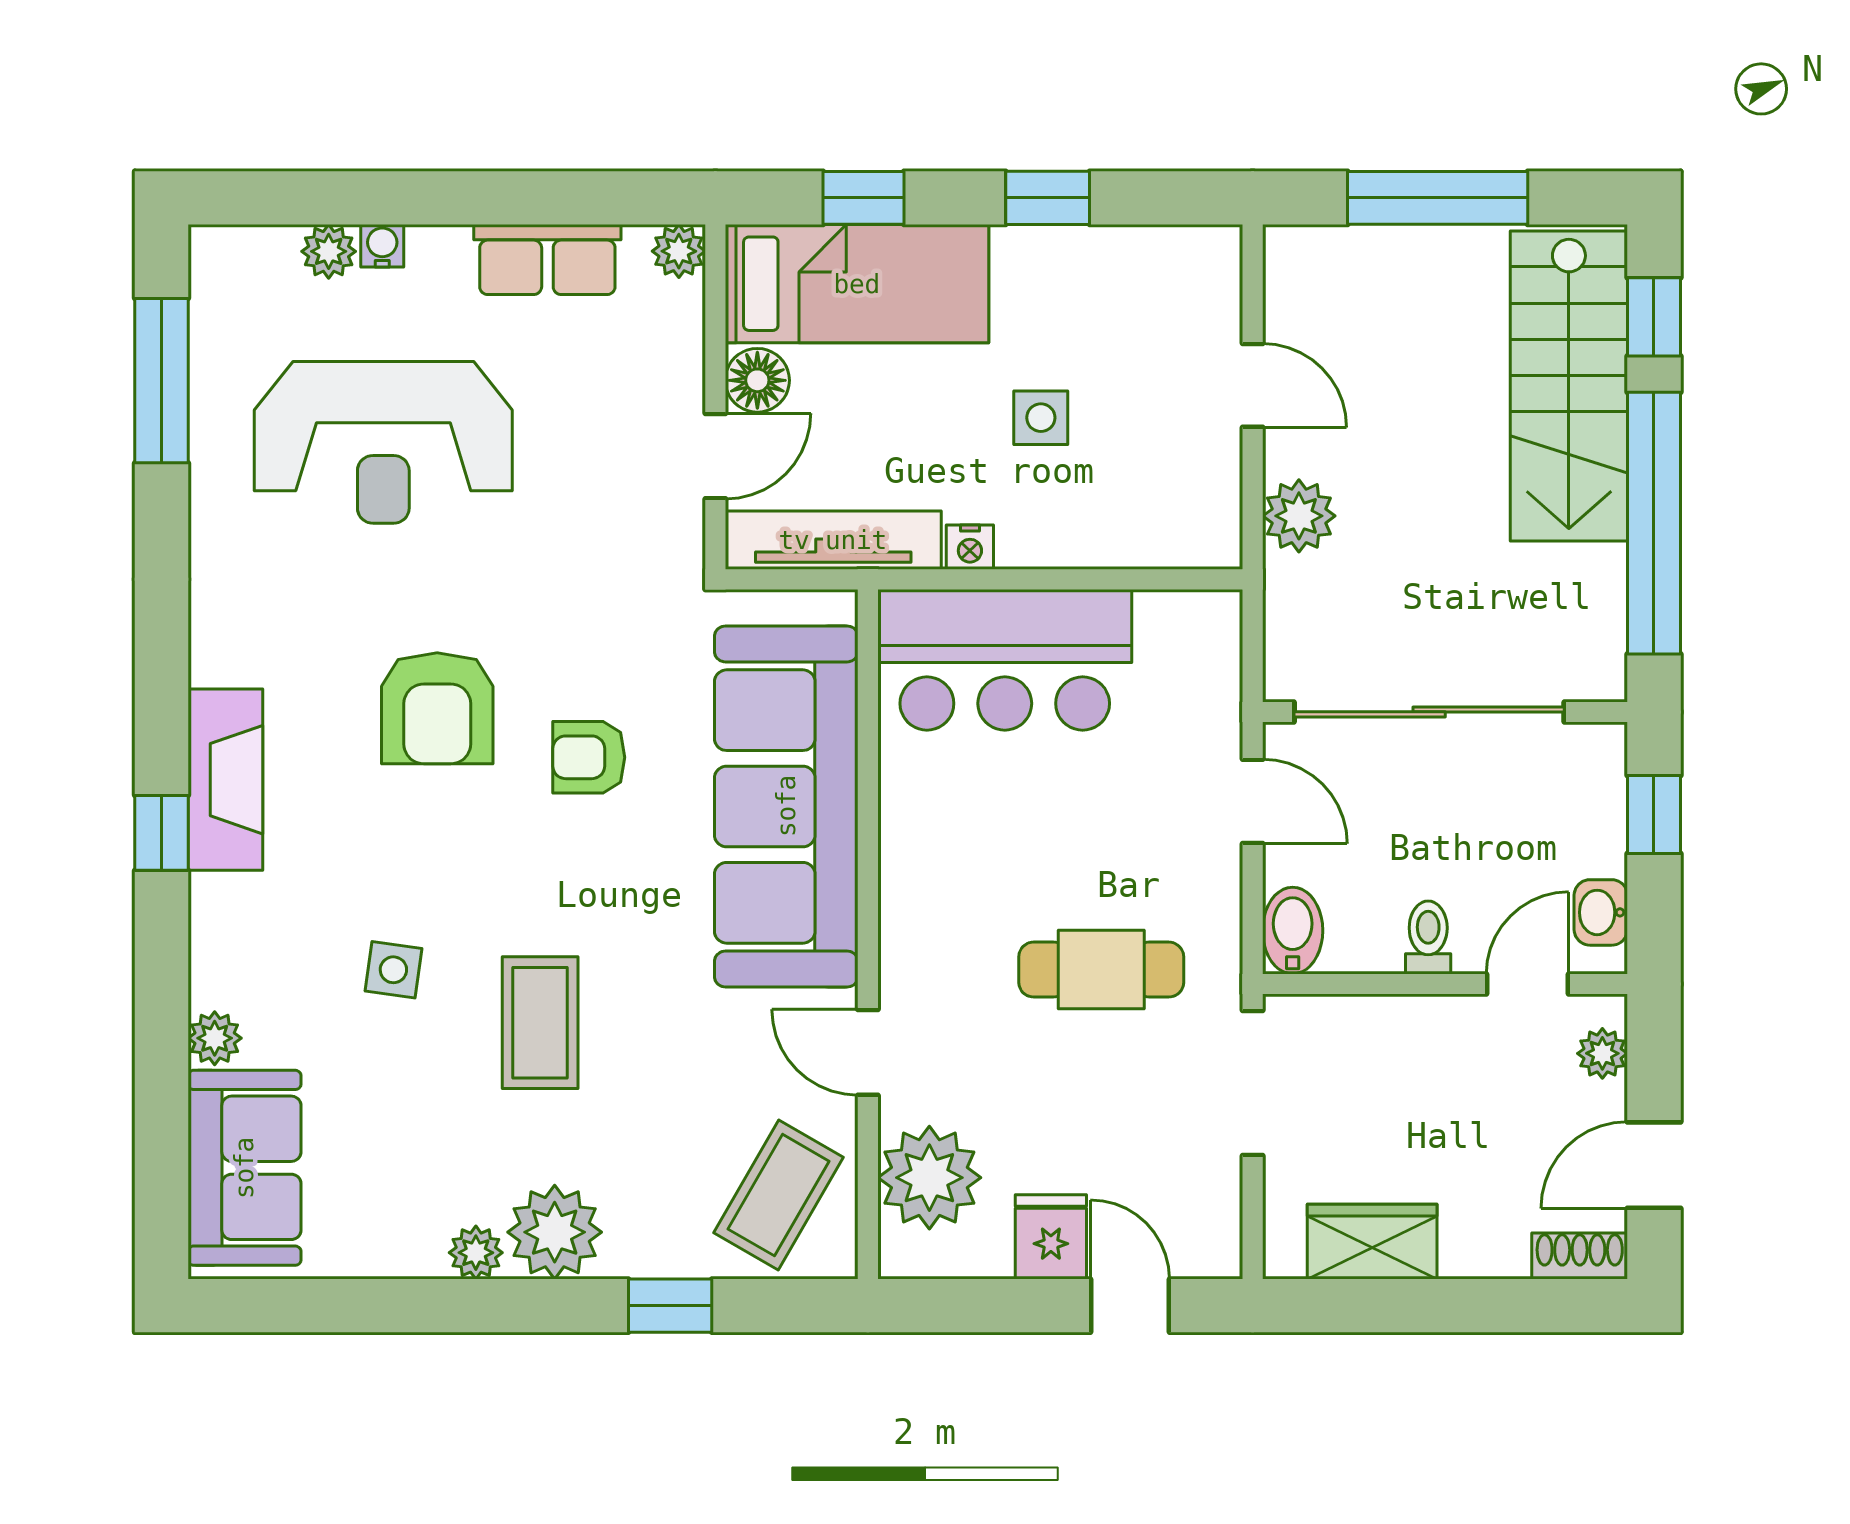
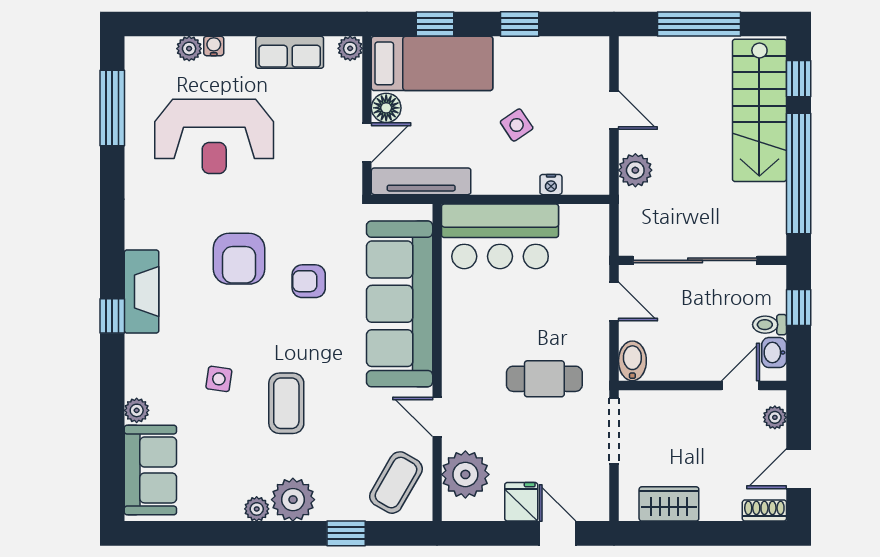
side table: (1041, 418) -> (517, 125), turned -34
nightstand: (970, 547) -> (551, 185), moved
toilet: (1428, 937) -> (770, 325), moved, turned -90

